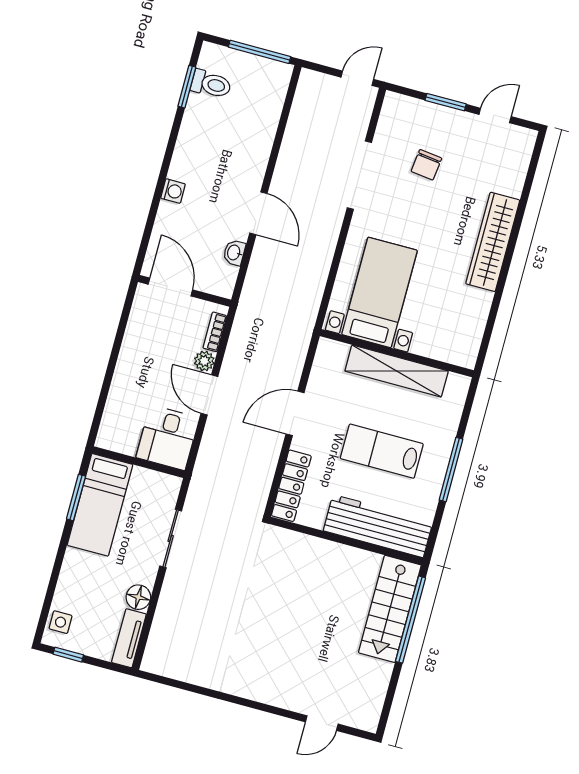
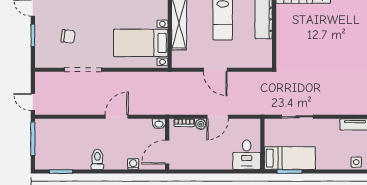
door: (357, 78) -> (33, 102), moved
toilet: (211, 84) -> (97, 159), moved
washing machine: (173, 191) -> (133, 164), moved
washbasin: (234, 253) -> (159, 124), moved
desk: (168, 438) -> (247, 155), moved, turned 90
locker: (291, 486) -> (253, 62), removed
floor lamp: (138, 597) -> (332, 125), removed

